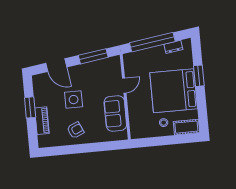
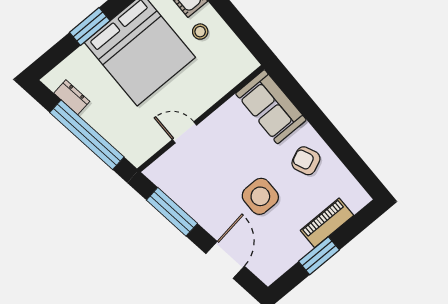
sofa: (115, 113) -> (271, 107), moved, turned 90

